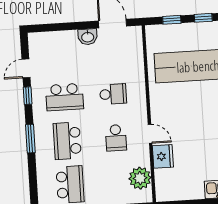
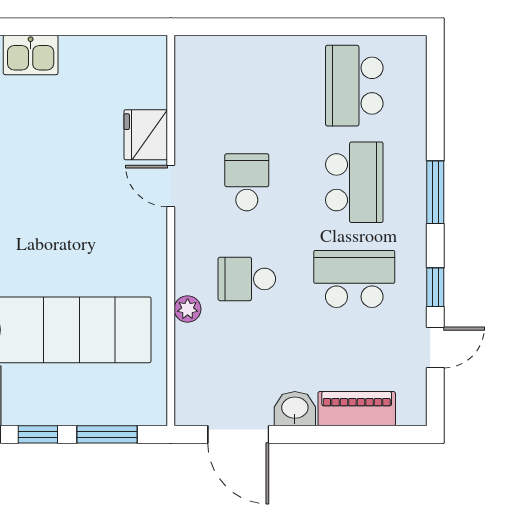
window: (172, 20) -> (107, 434), width x1.50
piano: (60, 39) -> (357, 409), added
plant: (140, 178) -> (188, 309), moved, width x0.53, depth x0.53

